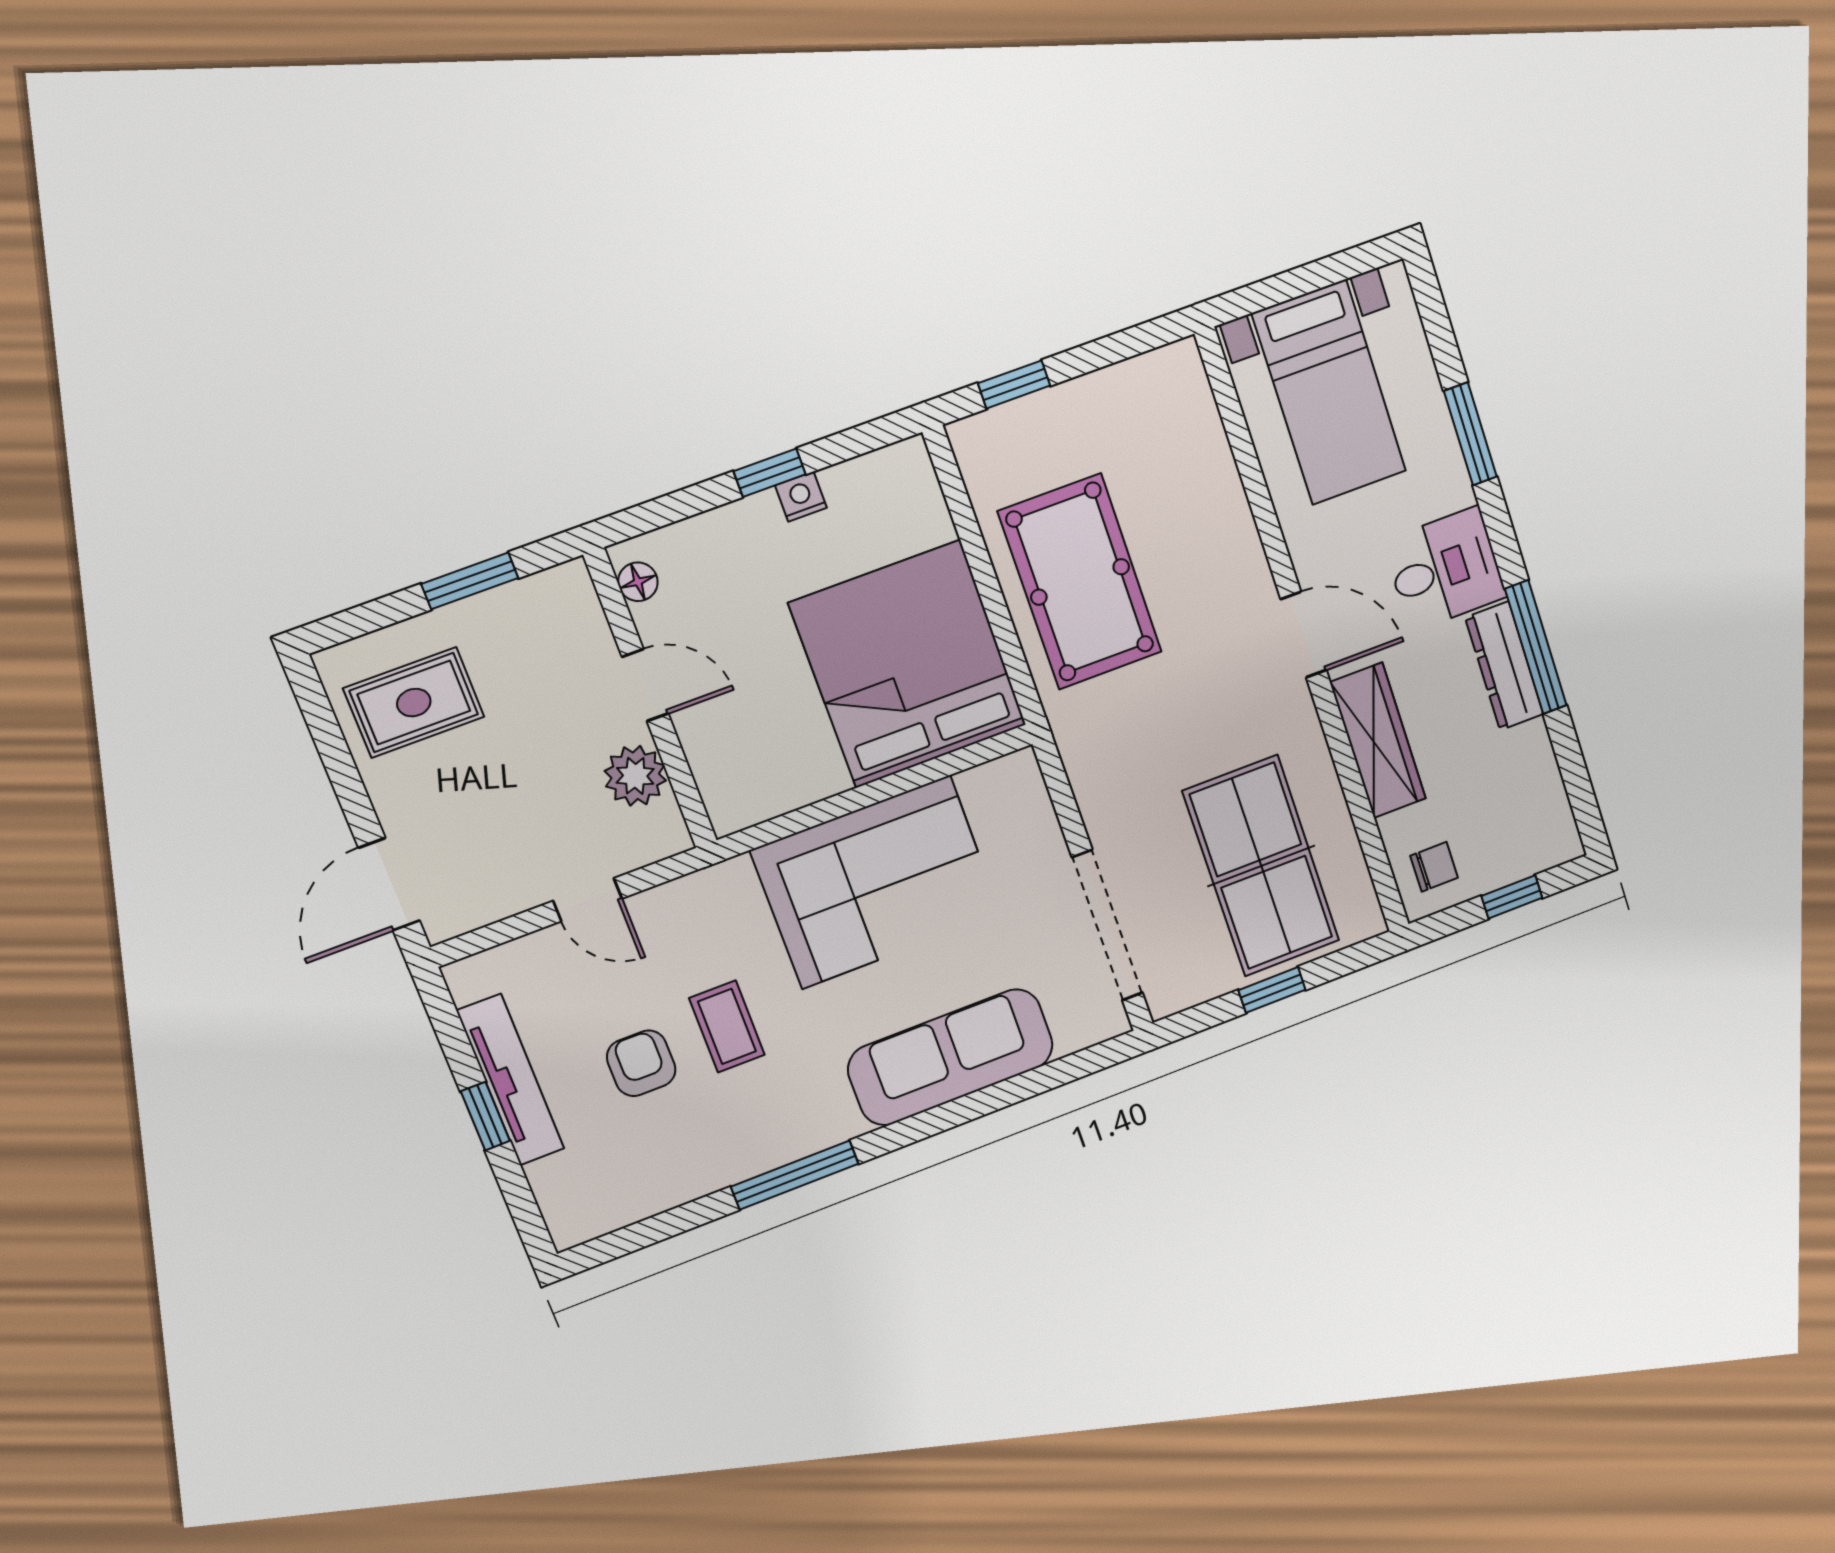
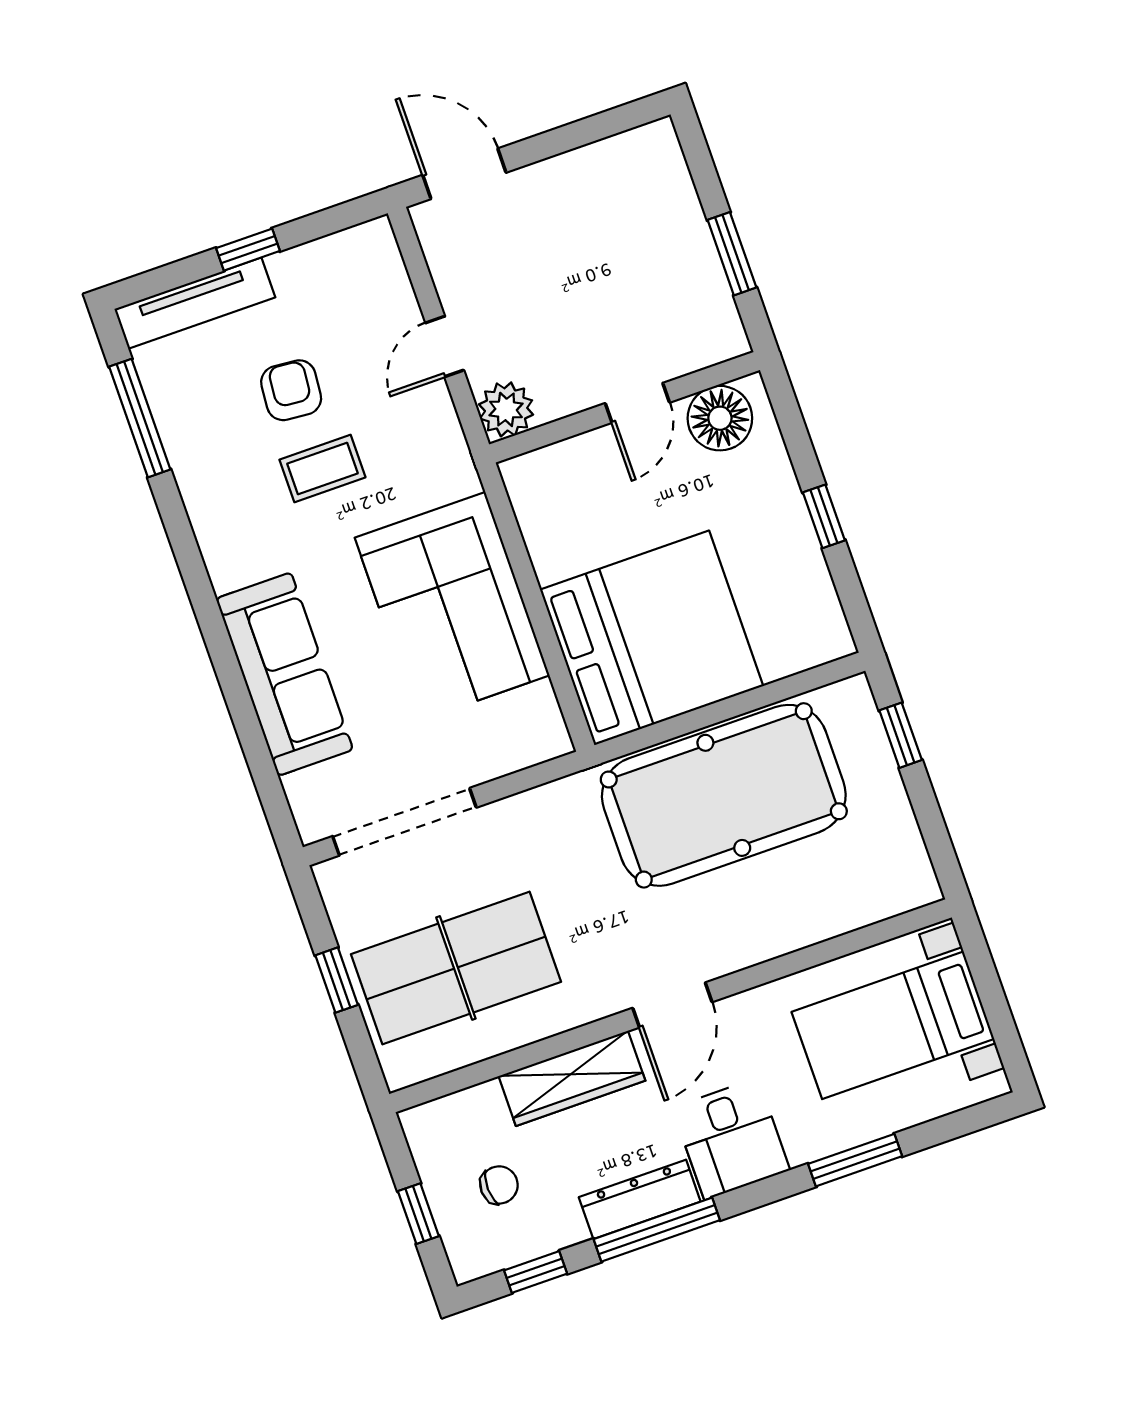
nightstand: (801, 497) -> (803, 544), removed
floor lamp: (638, 582) -> (720, 418), width x1.89, depth x1.89
pool table: (1080, 582) -> (724, 795), width x1.36, depth x1.32
rug: (414, 703) -> (626, 202), removed
window: (1574, 774) -> (536, 1272), added
plant: (635, 776) -> (506, 409), moved
chair: (1434, 867) -> (499, 1185), moved, turned -92
armchair: (641, 1063) -> (291, 390), turned -85
tv unit: (511, 1080) -> (195, 303), moved
window: (795, 1175) -> (140, 418), moved

